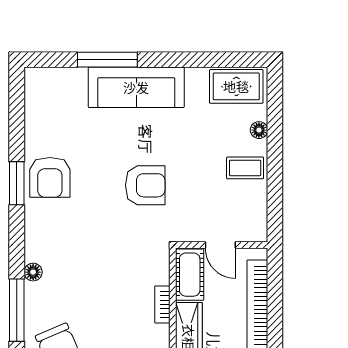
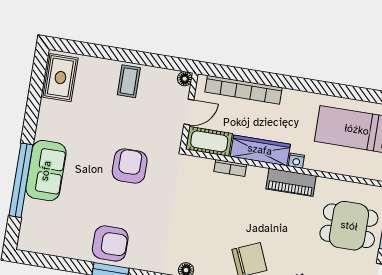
window: (107, 60) -> (21, 180), width x1.46
sofa: (136, 87) -> (46, 171), width x0.73
floor lamp: (259, 130) -> (185, 79), moved

